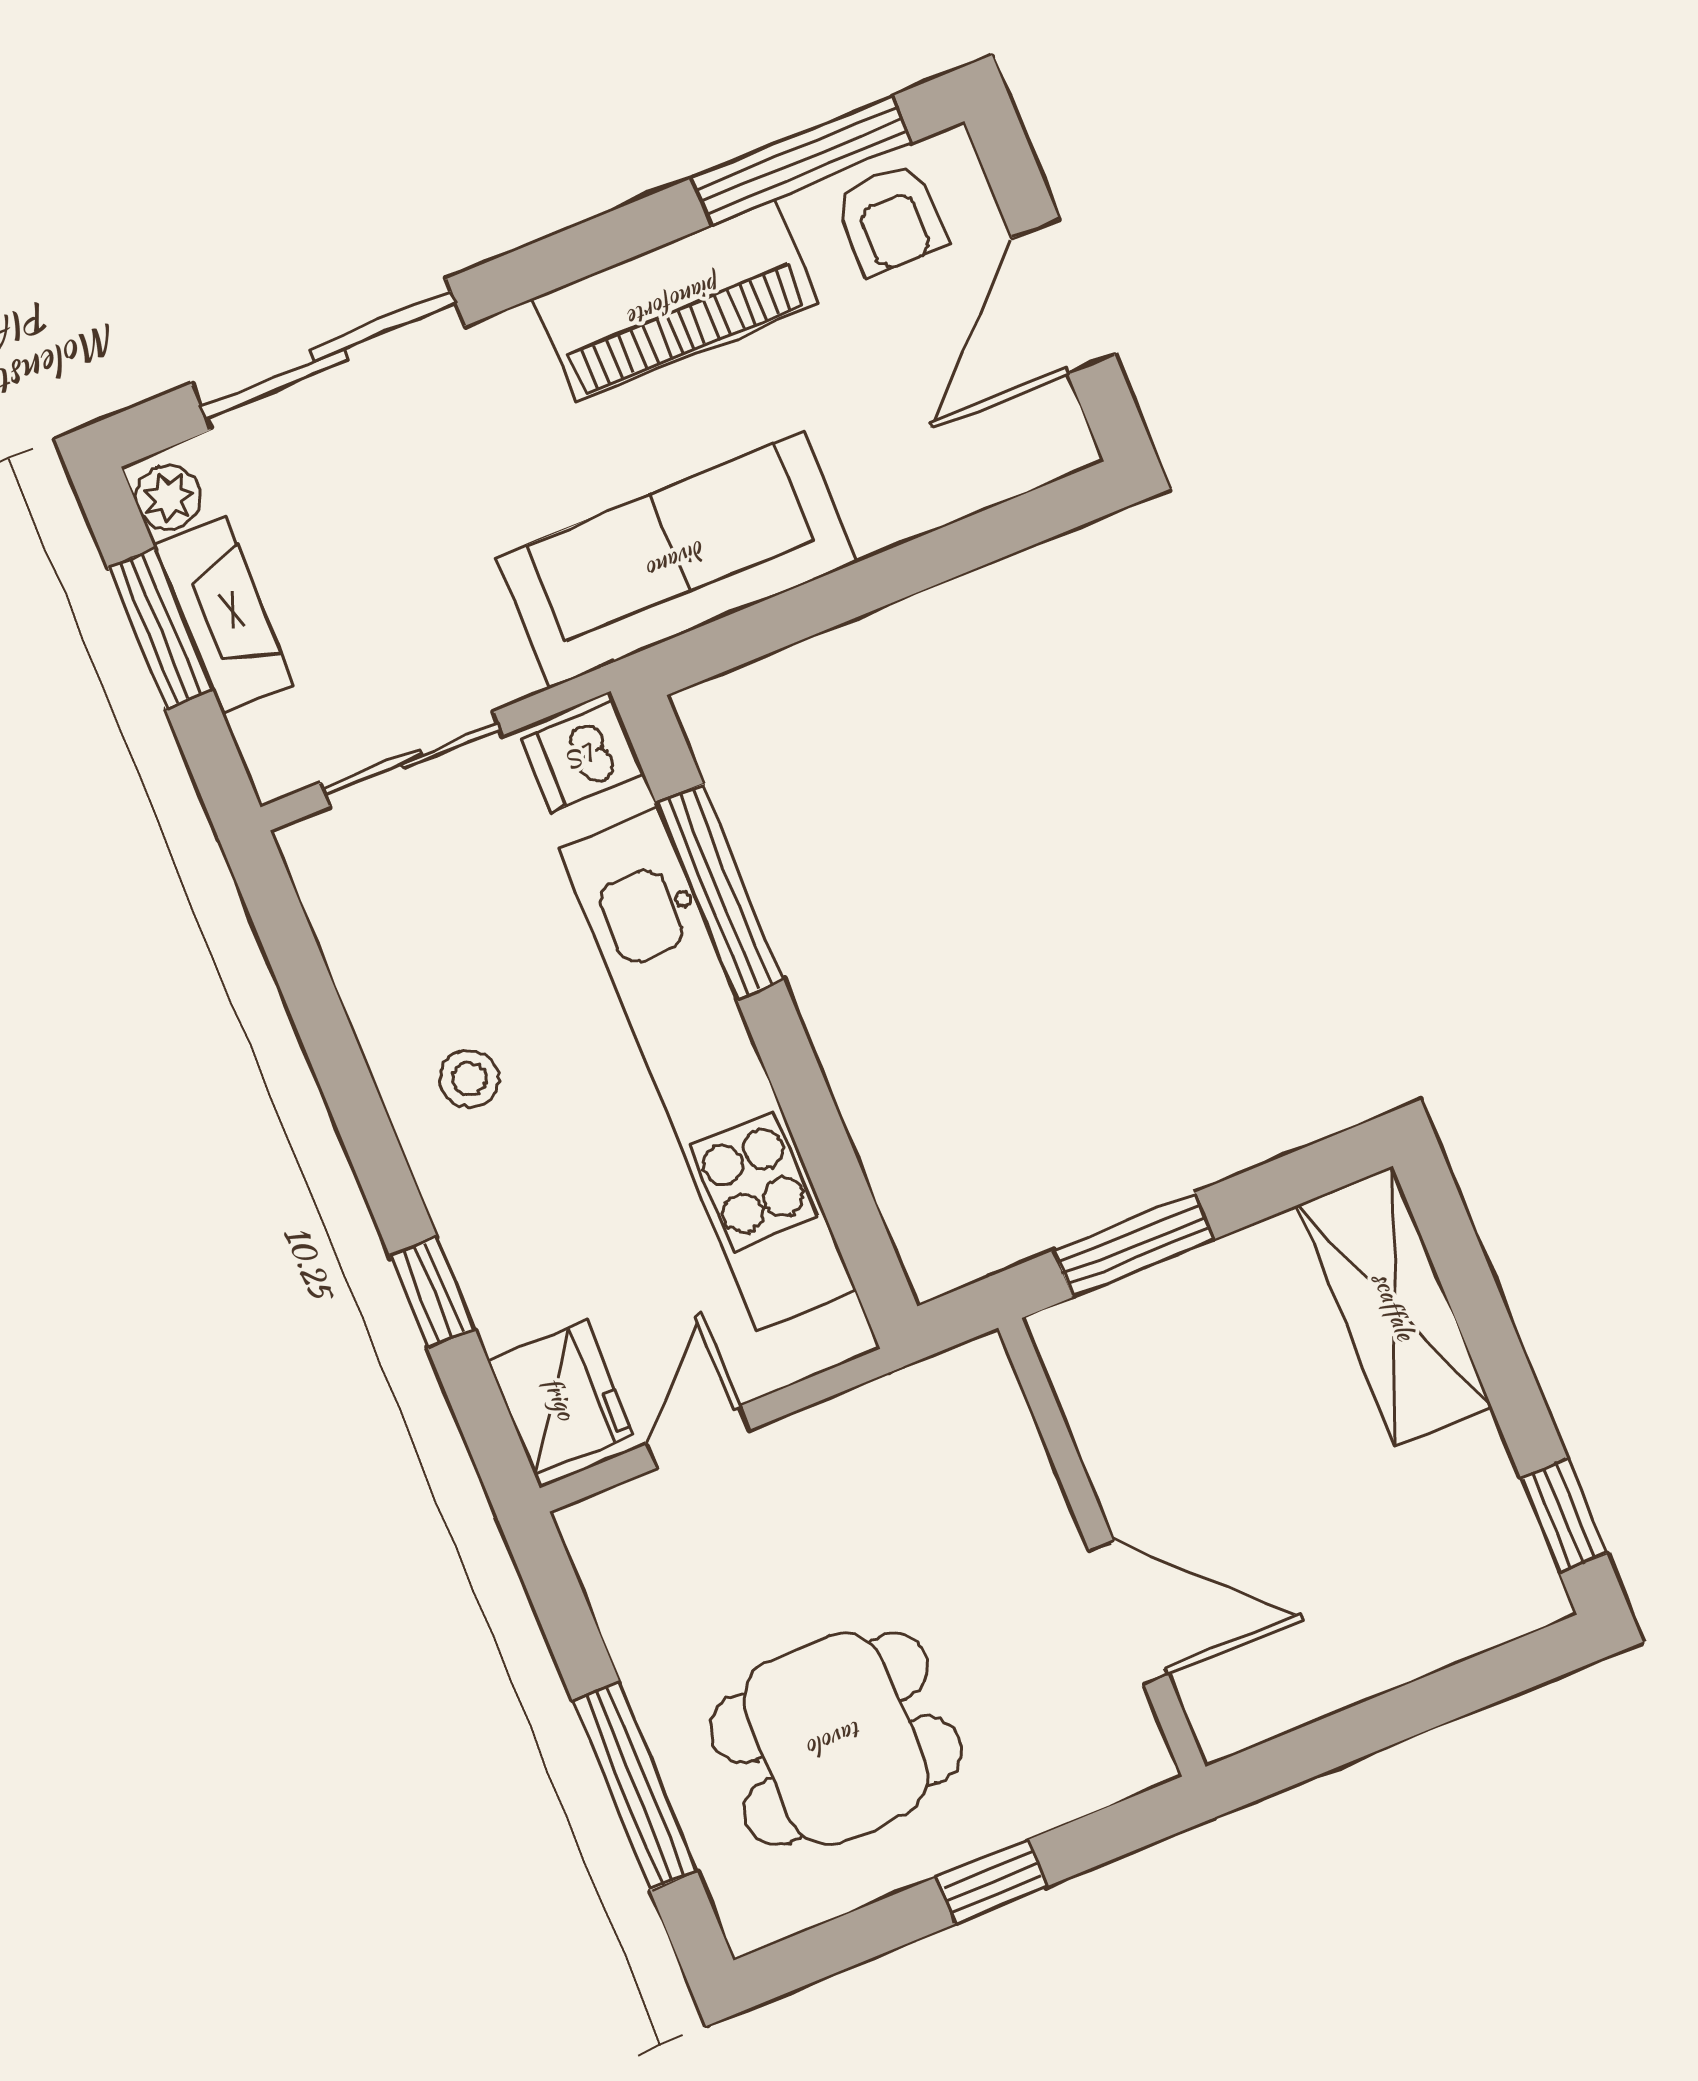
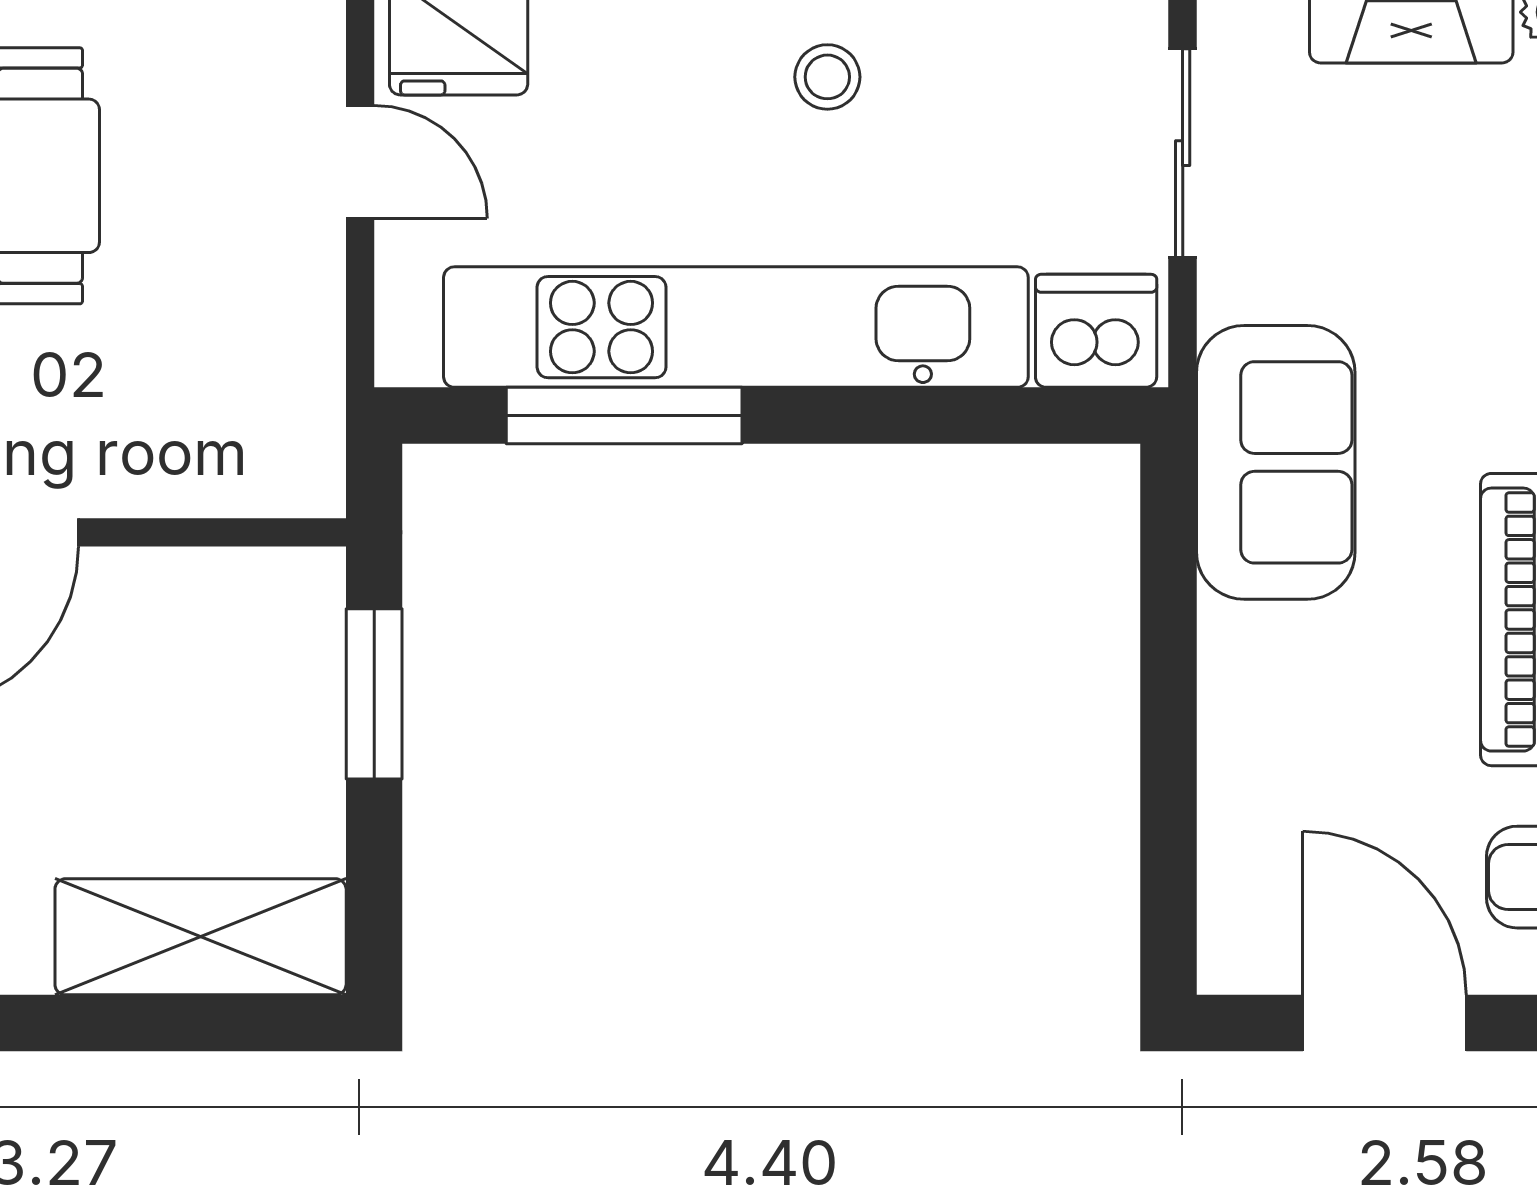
sofa: (677, 560) -> (1276, 462), width x0.73
dishwasher: (583, 756) -> (1096, 331), width x1.38
window: (720, 891) -> (624, 416), moved

